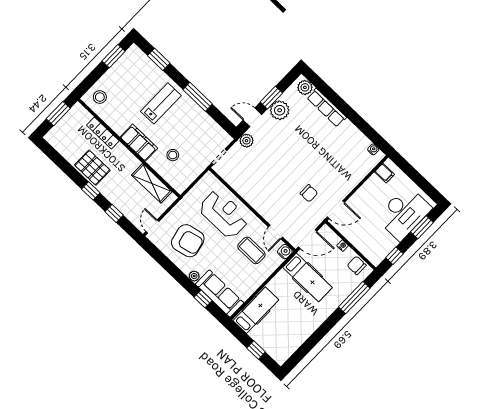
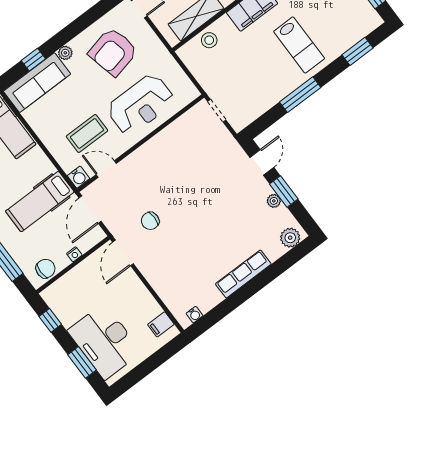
row of seats: (327, 108) -> (243, 274), moved
plant: (280, 110) -> (274, 201), width x0.53, depth x0.53
plant: (246, 141) -> (232, 150), removed
stool: (173, 155) -> (209, 40), moved

